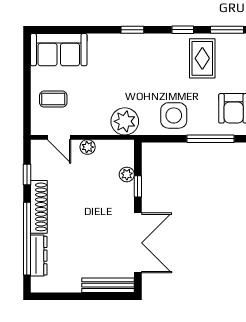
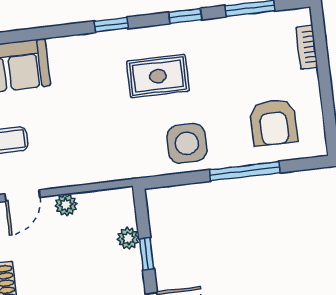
rug: (202, 58) -> (158, 76), moved, turned 90
plant: (125, 121) -> (116, 161), removed
door: (59, 137) -> (22, 196), hinge flipped

